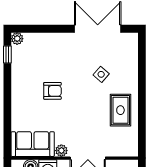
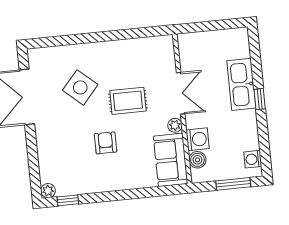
side table: (101, 74) -> (80, 87), width x1.87, depth x1.87
rug: (120, 110) -> (128, 101), moved

